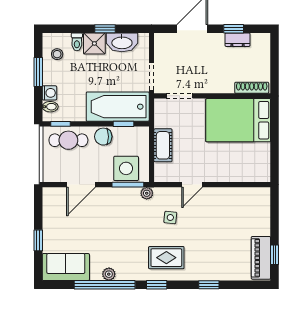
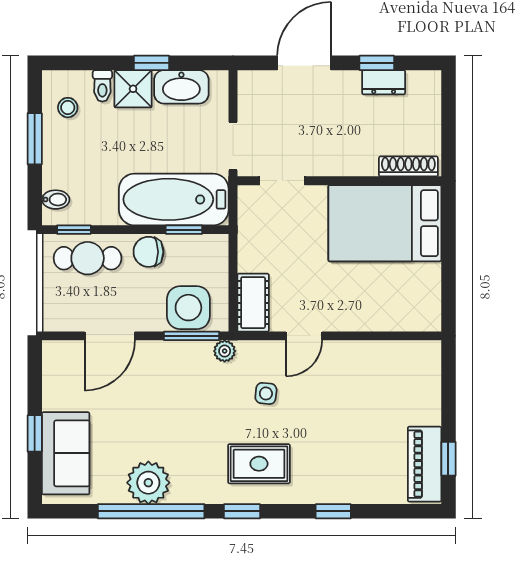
washing machine: (49, 93) -> (54, 175), removed
cot: (163, 145) -> (253, 303), moved
sofa: (66, 267) -> (66, 453), moved, turned 90
plant: (109, 274) -> (148, 483), width x1.88, depth x1.88

